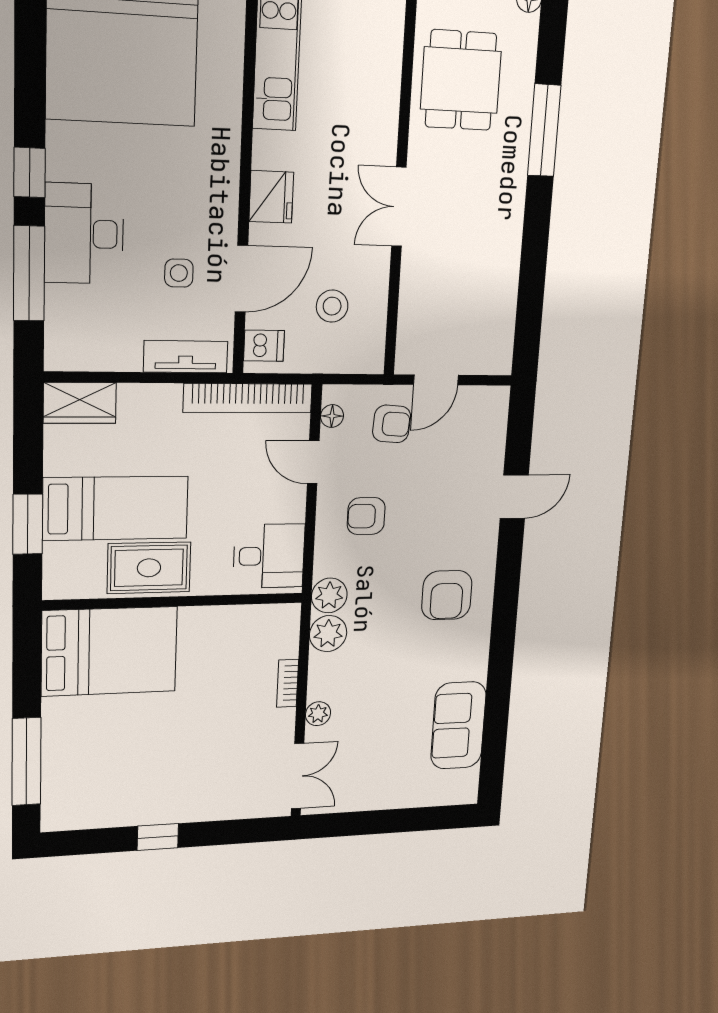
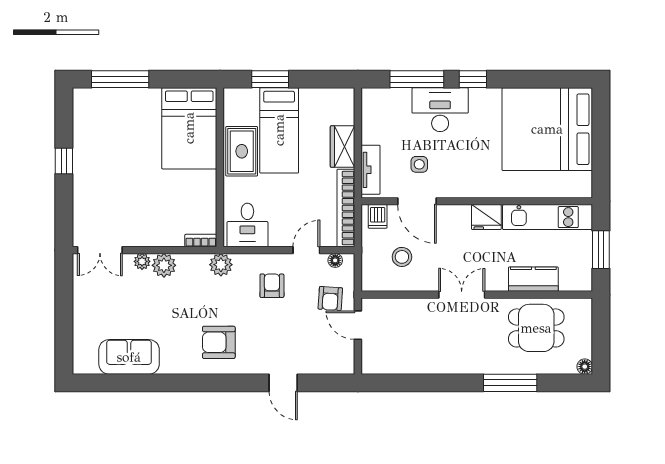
kitchen counter: (381, 81) -> (533, 279), added
fridge: (271, 197) -> (486, 217), moved
wardrobe: (80, 403) -> (343, 147), moved
plant: (328, 634) -> (164, 265), moved
bookcase: (288, 683) -> (201, 241), moved

